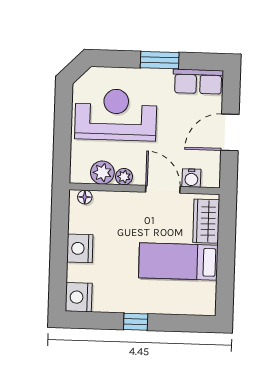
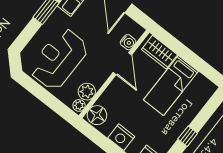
plant: (124, 177) -> (79, 105), moved
door: (163, 189) -> (122, 64), swing flipped
floor lamp: (85, 197) -> (97, 115), width x1.89, depth x1.89

